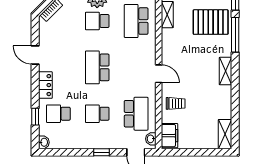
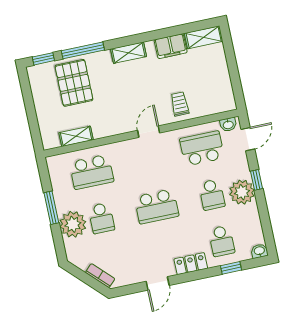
filing cabinet: (170, 136) -> (171, 46), moved, turned 180
plant: (94, 138) -> (242, 192), added

